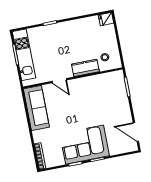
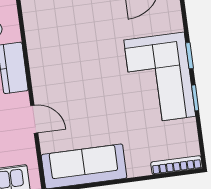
door: (59, 81) -> (34, 119), hinge flipped

